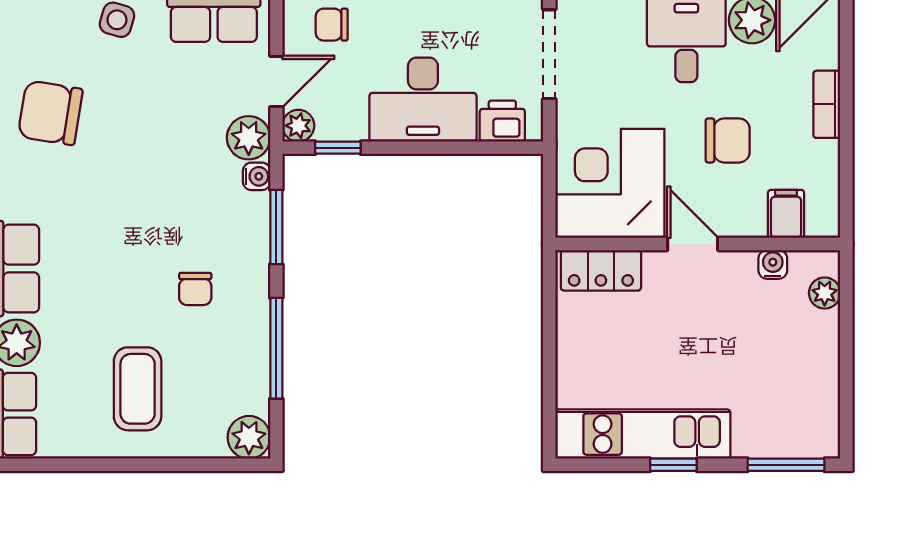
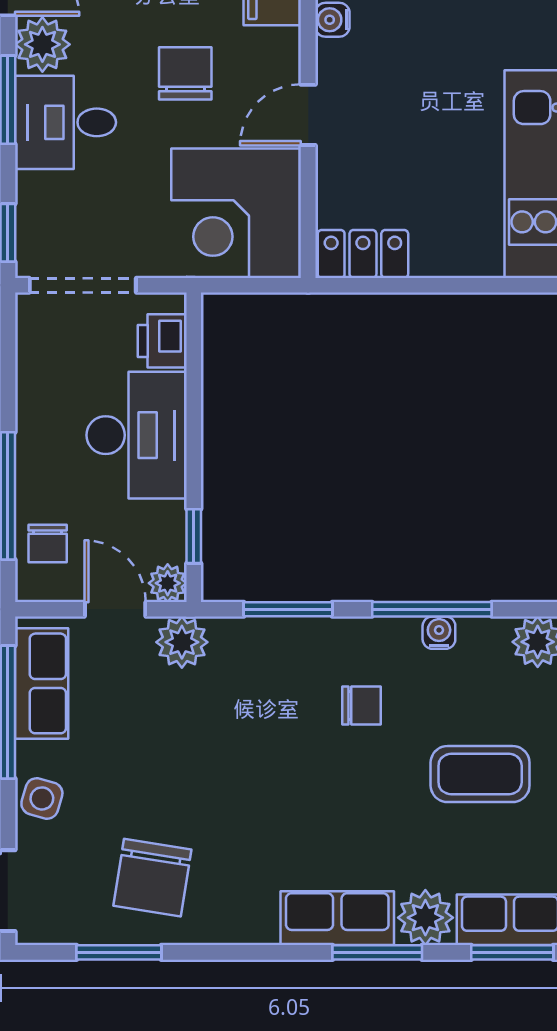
water cooler: (257, 176) -> (439, 633), moved
locker: (601, 270) -> (363, 254), moved, turned -90

